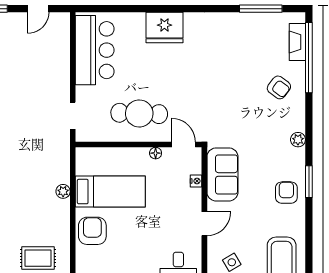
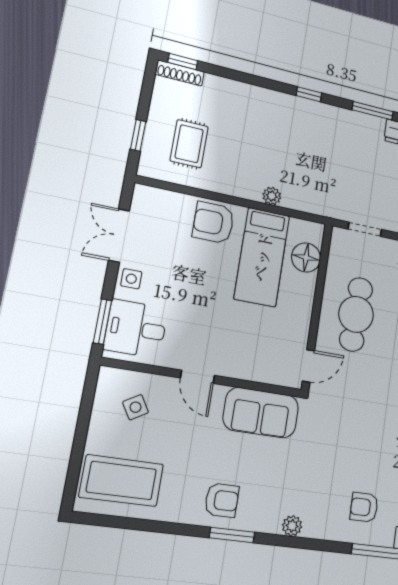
armchair: (279, 87) -> (364, 507), turned 53
floor lamp: (156, 153) -> (306, 257), moved, width x1.89, depth x1.89
nightstand: (196, 181) -> (258, 375), removed
armchair: (92, 231) -> (213, 223), turned 180

